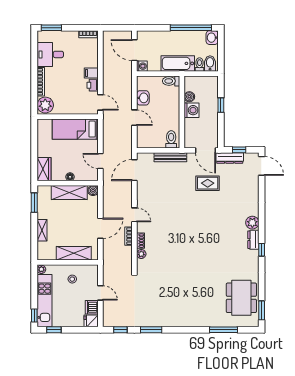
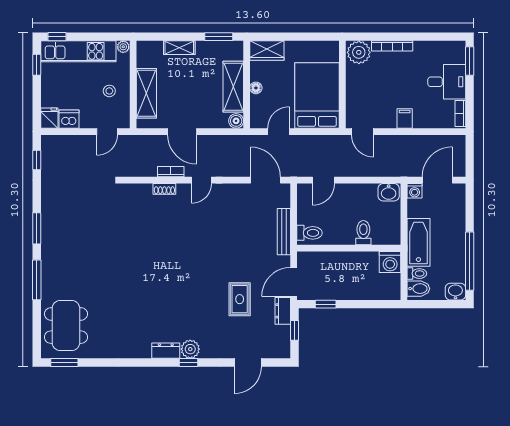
desk: (50, 54) -> (447, 82), moved, turned 90
toilet: (171, 81) -> (363, 233), moved
printer: (93, 85) -> (387, 120), removed
boiler: (189, 97) -> (371, 259), removed
washbasin: (143, 98) -> (389, 192), moved
door: (100, 102) -> (362, 132), hinge flipped
window: (221, 105) -> (326, 304), moved
washing machine: (192, 110) -> (390, 262), moved
door: (134, 118) -> (323, 180), moved
bed: (75, 129) -> (317, 95), width x1.50
dresser: (230, 158) -> (283, 311), width x0.70
door: (262, 166) -> (248, 363), moved
rug: (208, 183) -> (240, 299), moved
window: (262, 250) -> (189, 363), moved
plant: (141, 254) -> (145, 190), removed
door: (100, 293) -> (107, 132), moved
dining table: (241, 298) -> (66, 326), moved, turned 90
window: (151, 330) -> (37, 228), moved
window: (224, 330) -> (37, 280), moved

